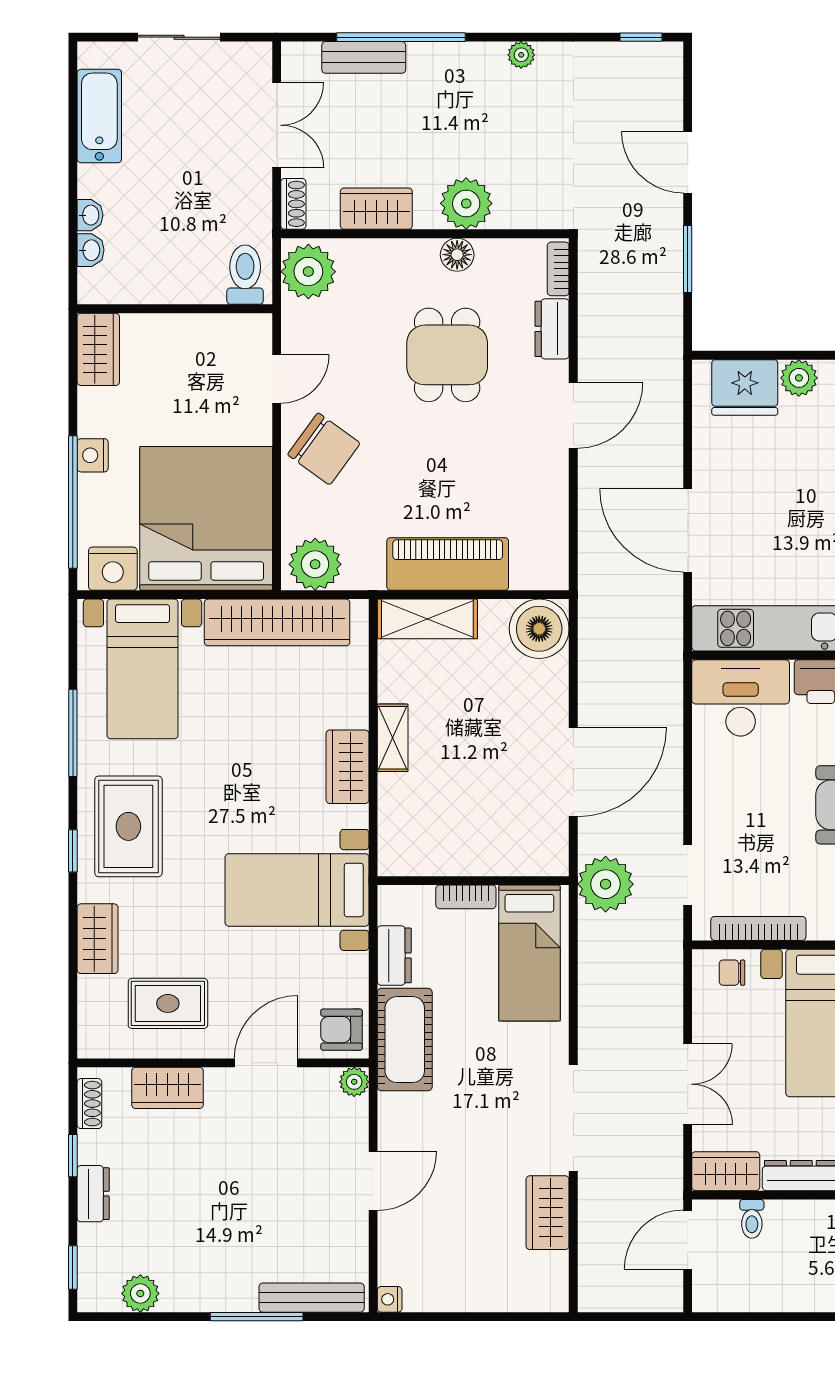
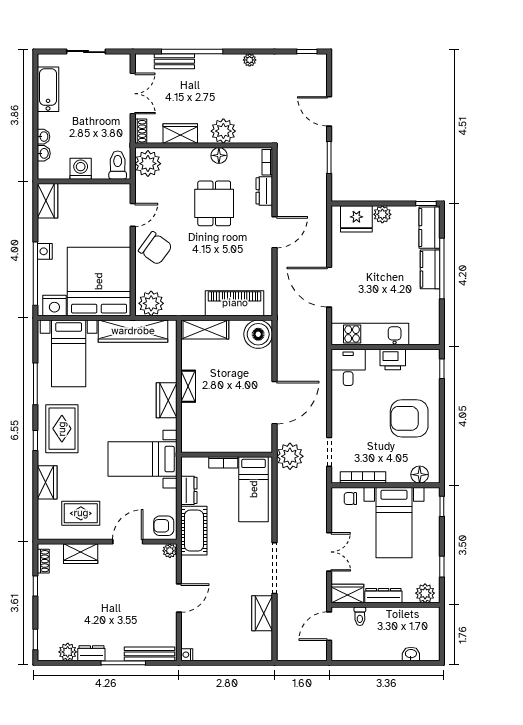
washing machine: (168, 282) -> (81, 169), added
piano: (448, 564) -> (235, 303), moved
desk: (741, 698) -> (348, 367), width x0.73
dresser: (93, 1194) -> (91, 653), moved, turned -90

